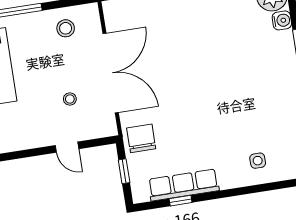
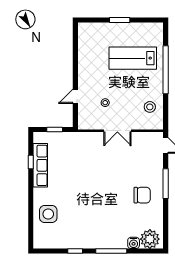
double door: (111, 73) -> (117, 131), width x0.54
chair: (141, 138) -> (142, 195), moved
side table: (258, 161) -> (48, 214), width x1.87, depth x1.87

